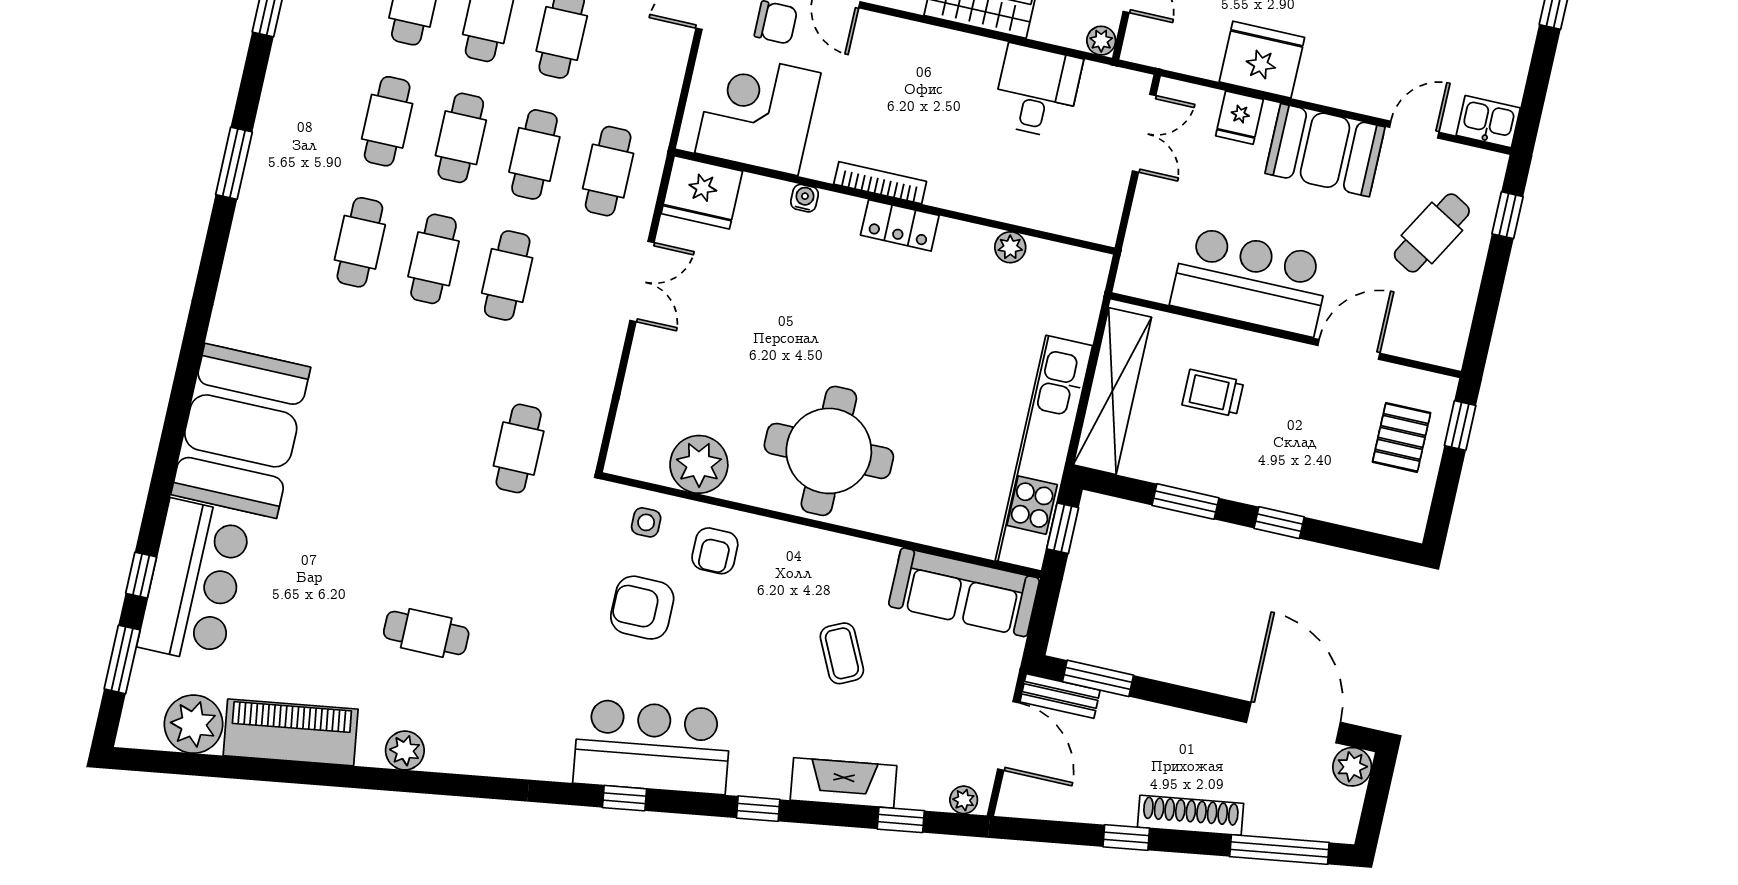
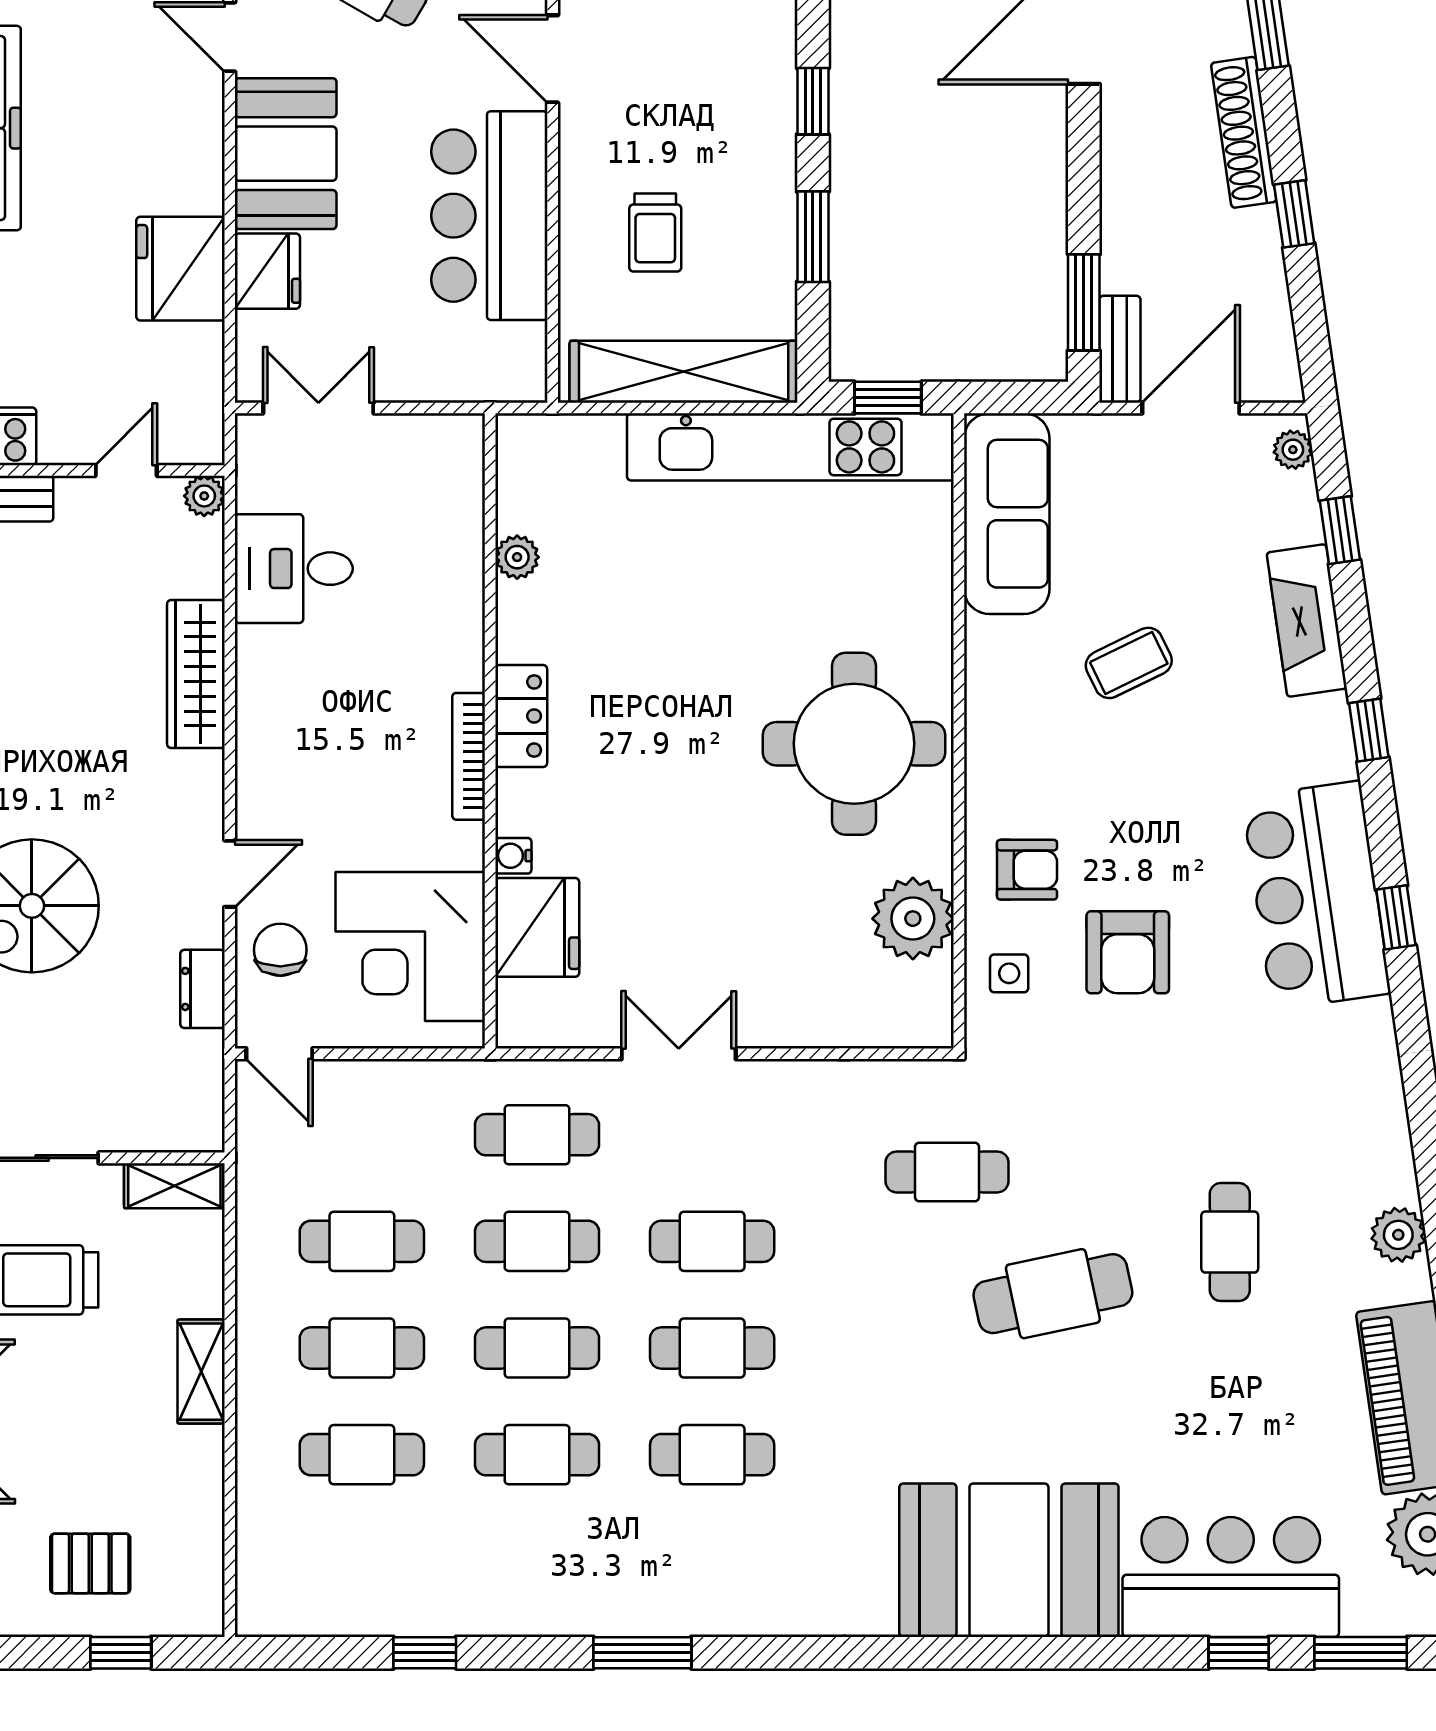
fridge: (1239, 118) -> (267, 271), width x1.38
fridge: (702, 192) -> (537, 927), moved
cafe table: (418, 503) -> (1053, 1294), added

